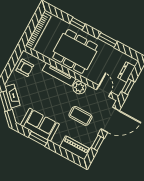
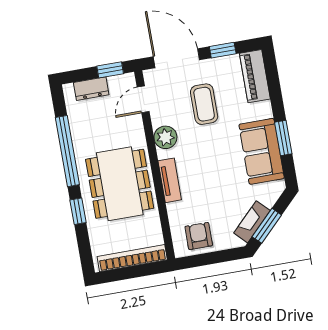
window: (107, 40) -> (67, 151), width x2.11
tv unit: (59, 74) -> (170, 180), width x0.71

